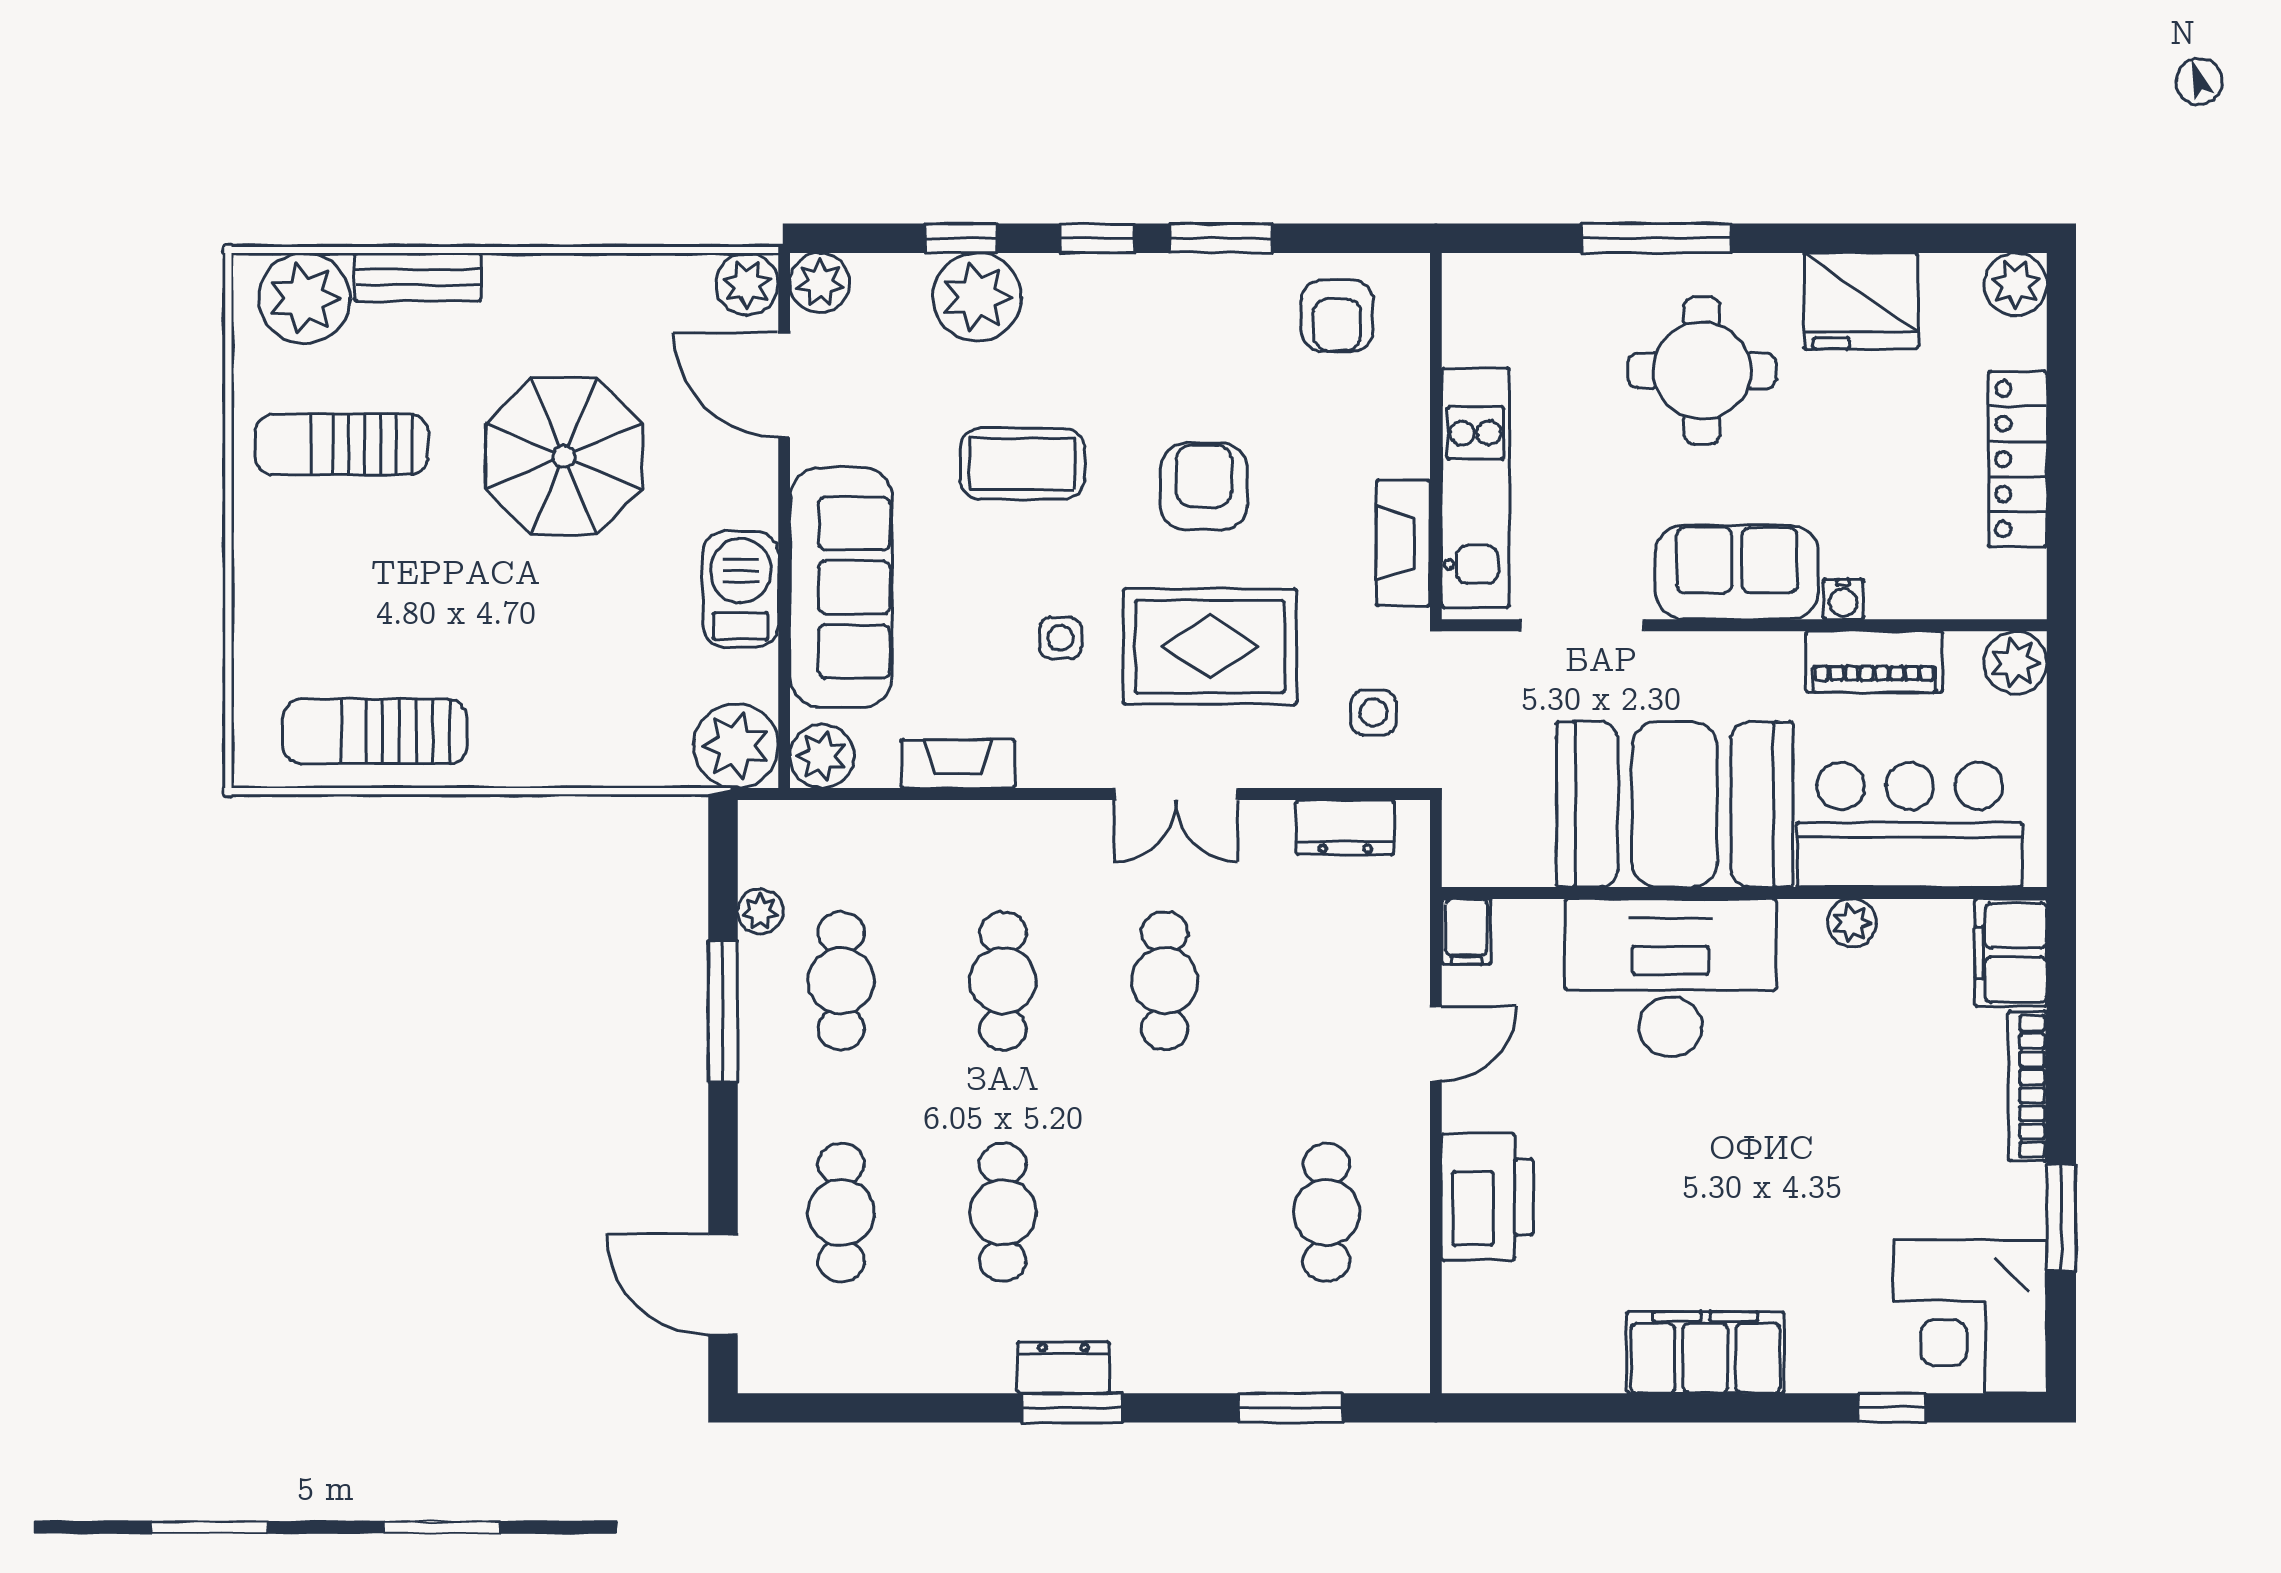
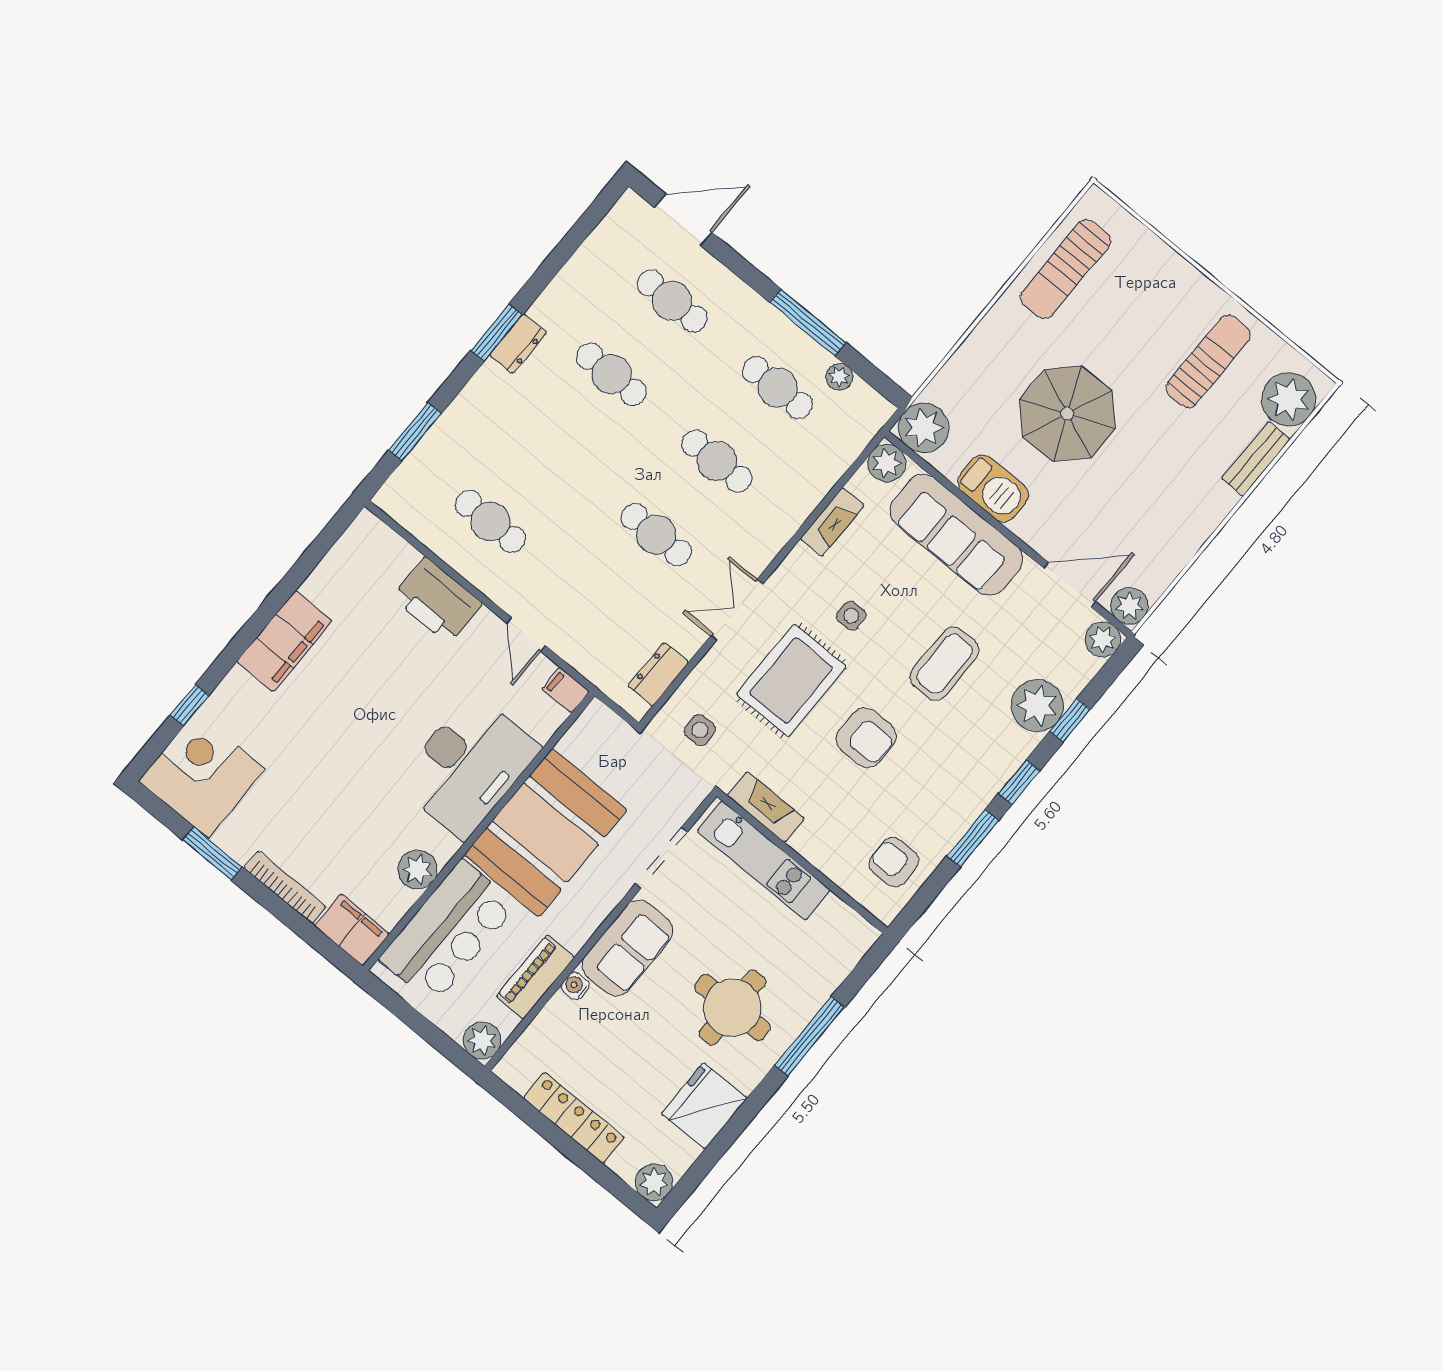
parasol: (564, 456) -> (1067, 414), moved
sun lounger: (375, 732) -> (1065, 269), turned 180
plant: (1852, 923) -> (417, 869), width x1.38, depth x1.38

